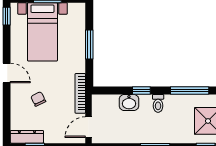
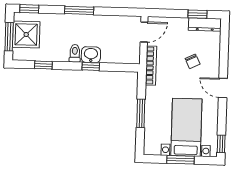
window: (190, 91) -> (43, 65), width x0.46
washbasin: (129, 102) -> (91, 55), moved

